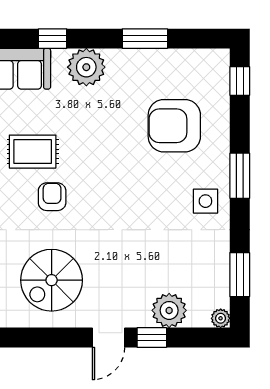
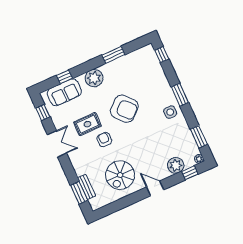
window: (53, 39) -> (64, 77), moved
armchair: (174, 126) -> (124, 109), moved, turned -132
door: (109, 337) -> (155, 188), swing flipped
window: (152, 337) -> (190, 173), moved

